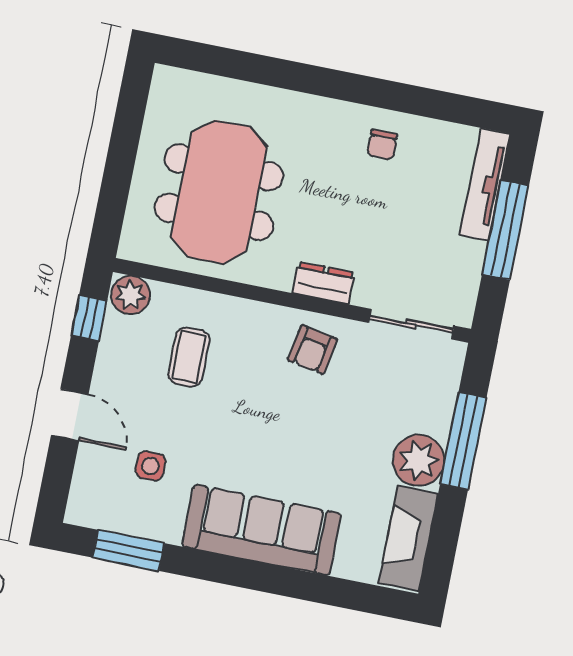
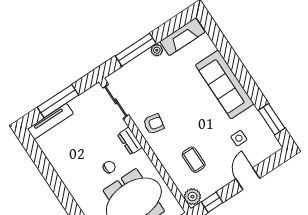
chair: (382, 145) -> (109, 167), moved
coffee table: (189, 357) -> (194, 160), turned 90
plant: (419, 460) -> (157, 50), width x0.53, depth x0.53

